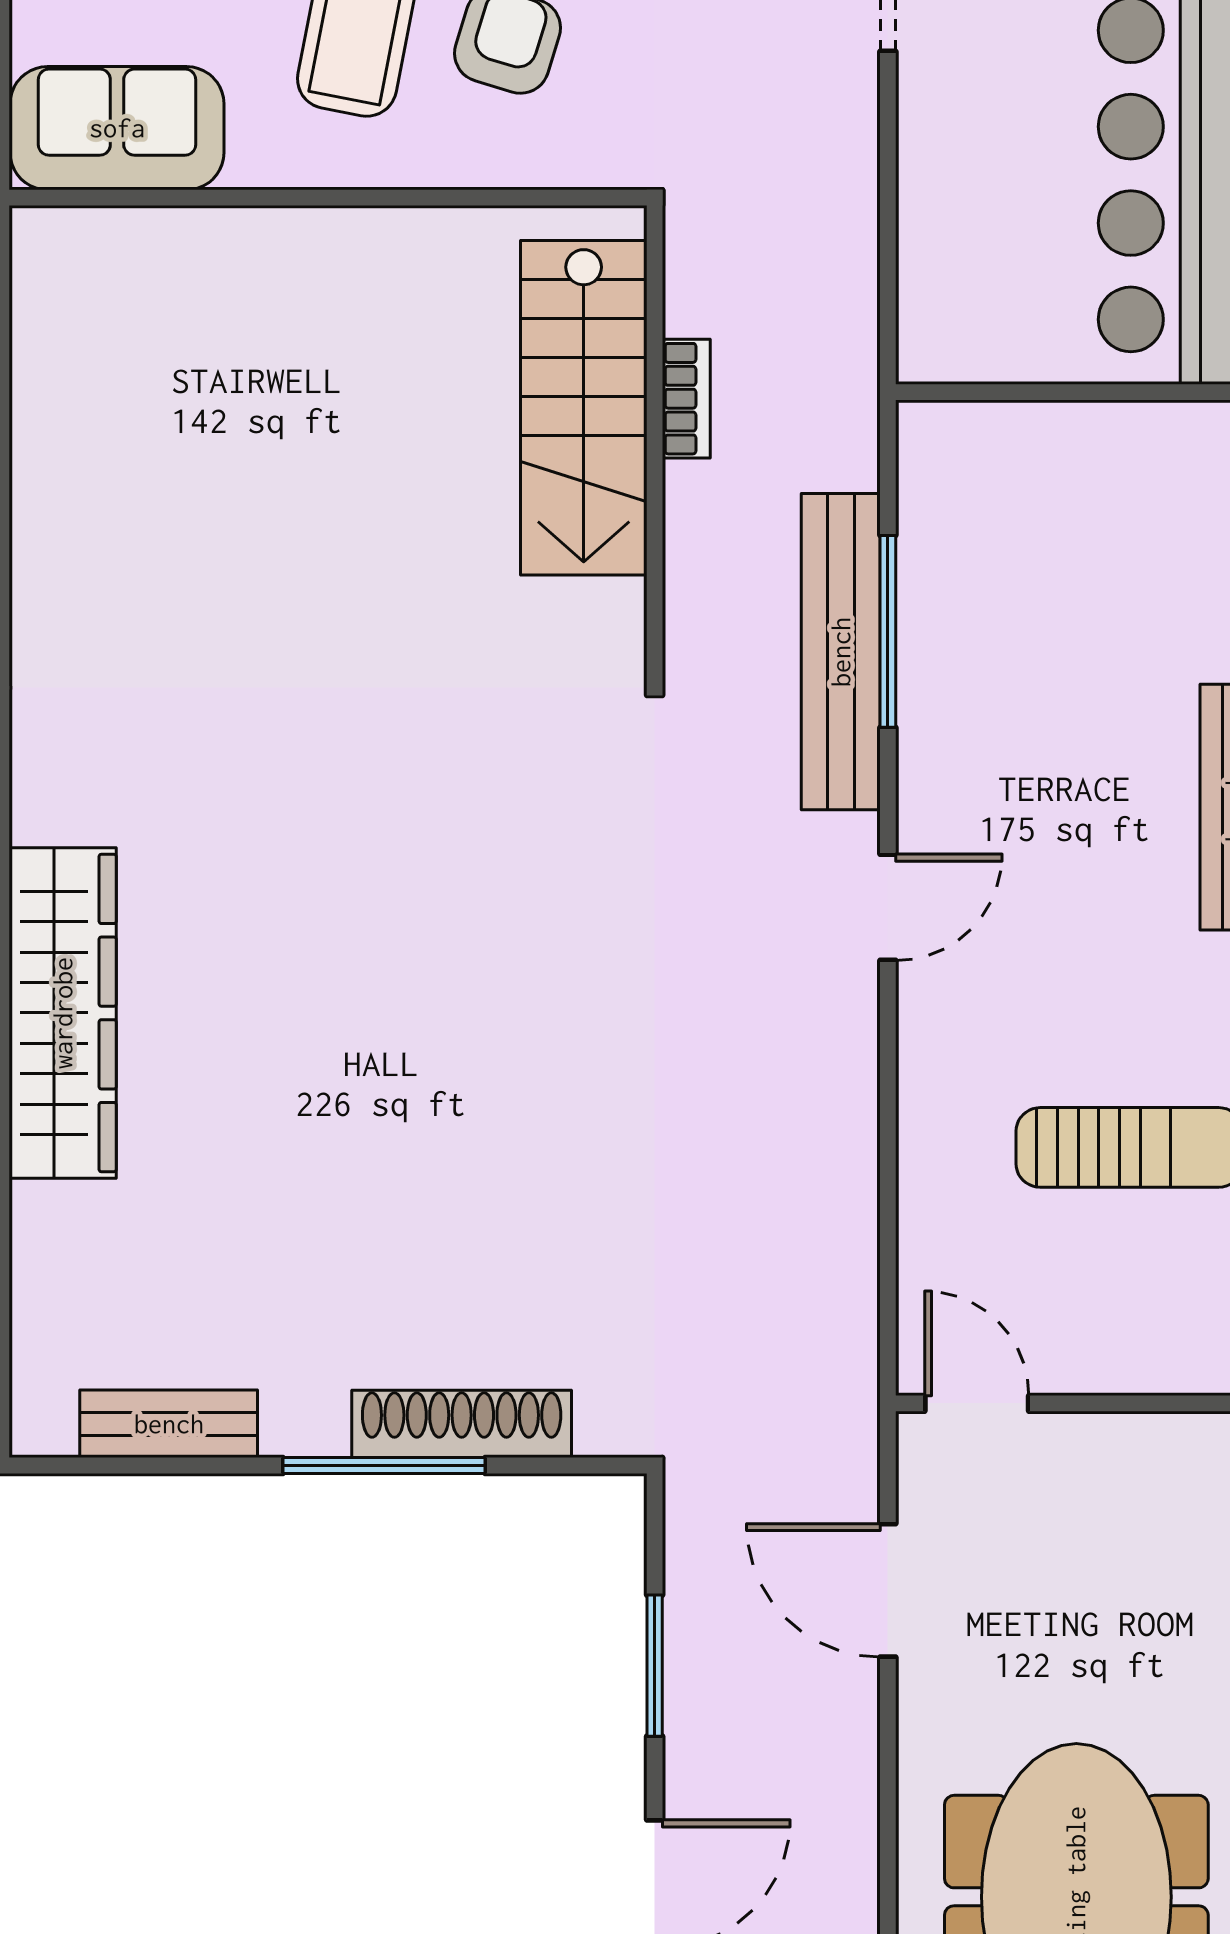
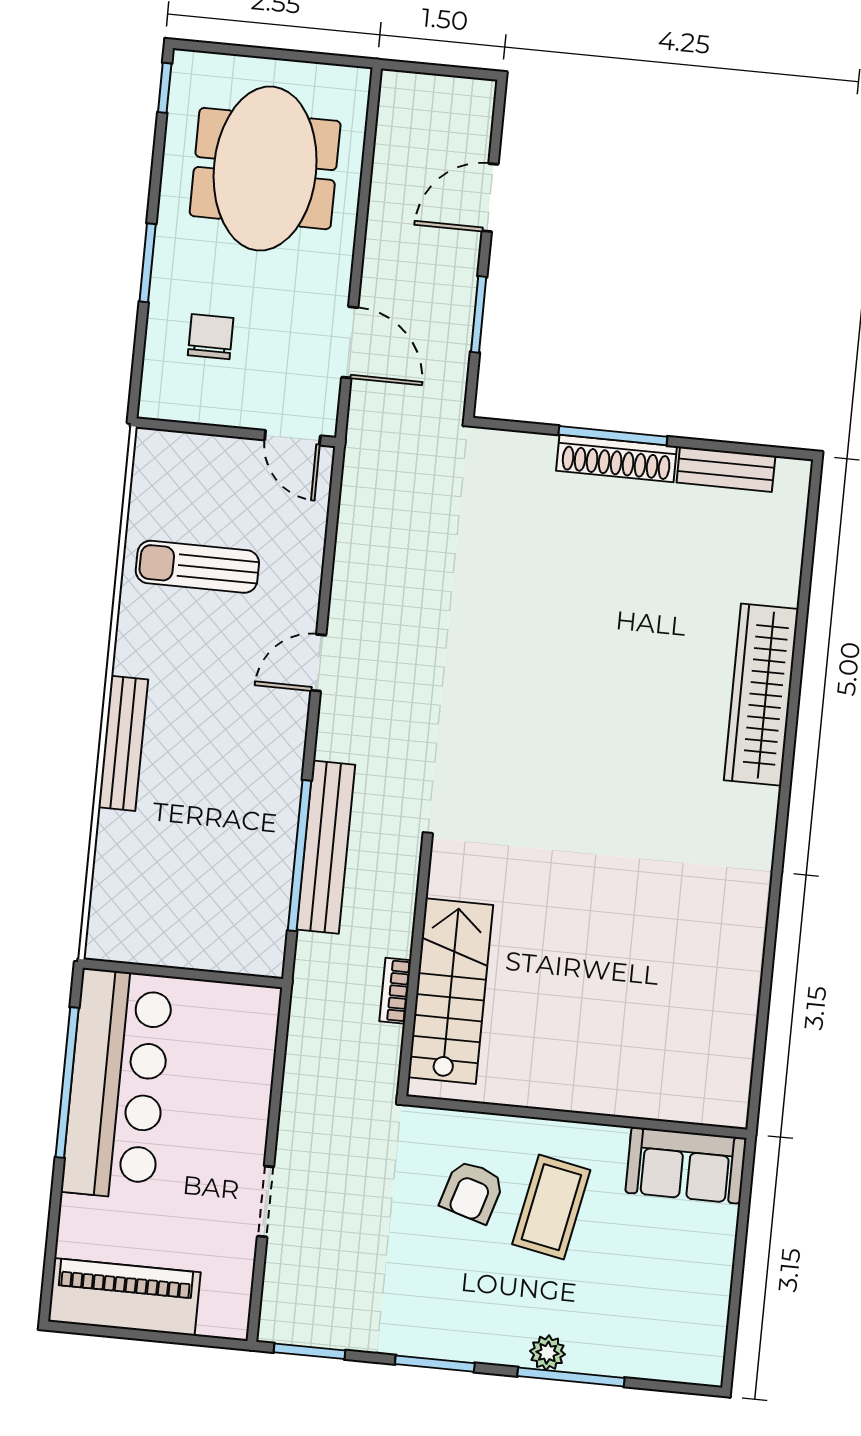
window: (888, 631) -> (300, 856), width x1.46
door: (888, 907) -> (318, 663), moved
shoe rack: (462, 1424) -> (616, 458), moved
chair: (1147, 1576) -> (211, 337), added

